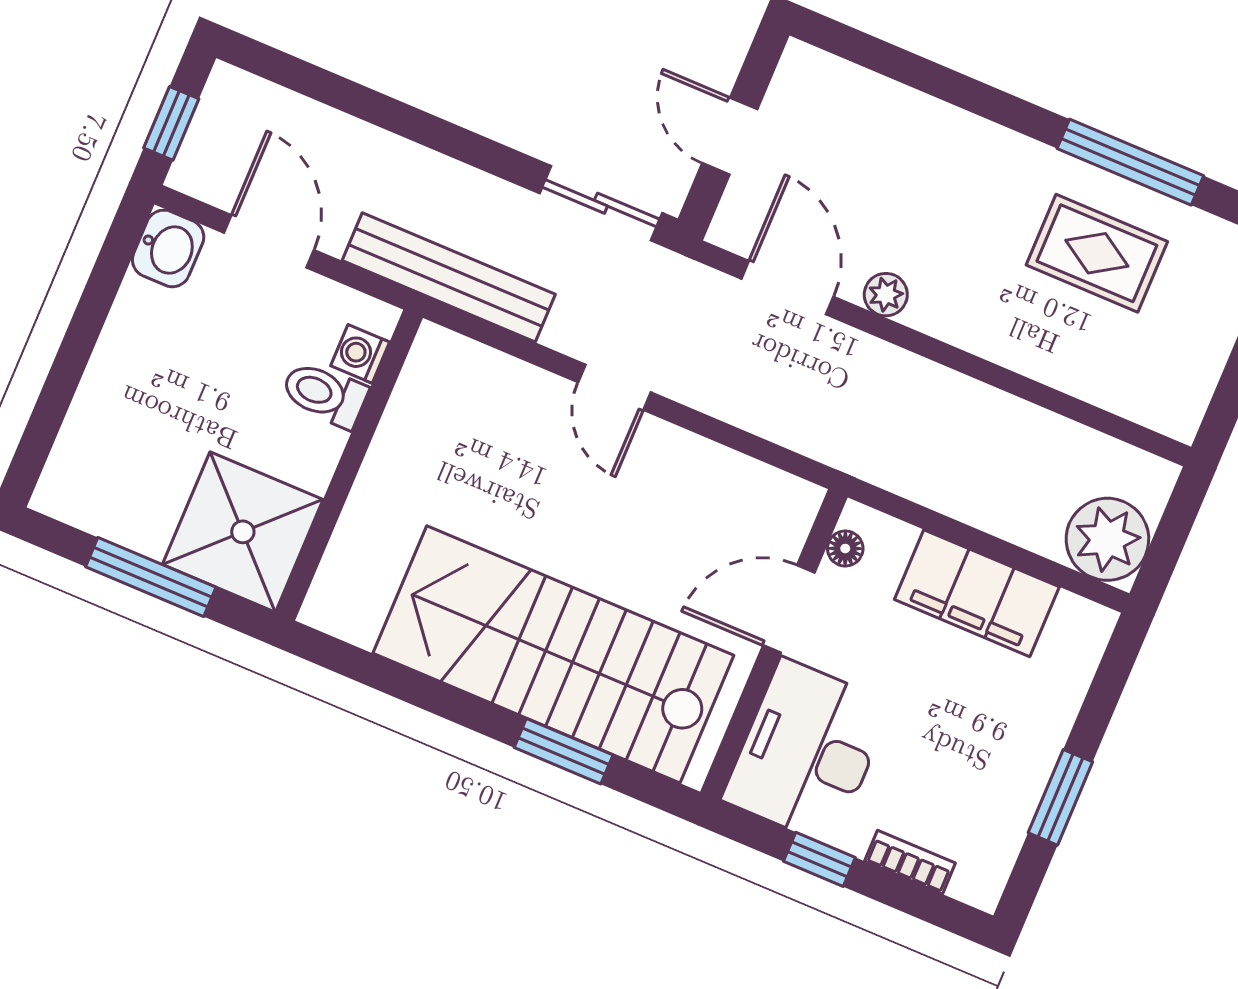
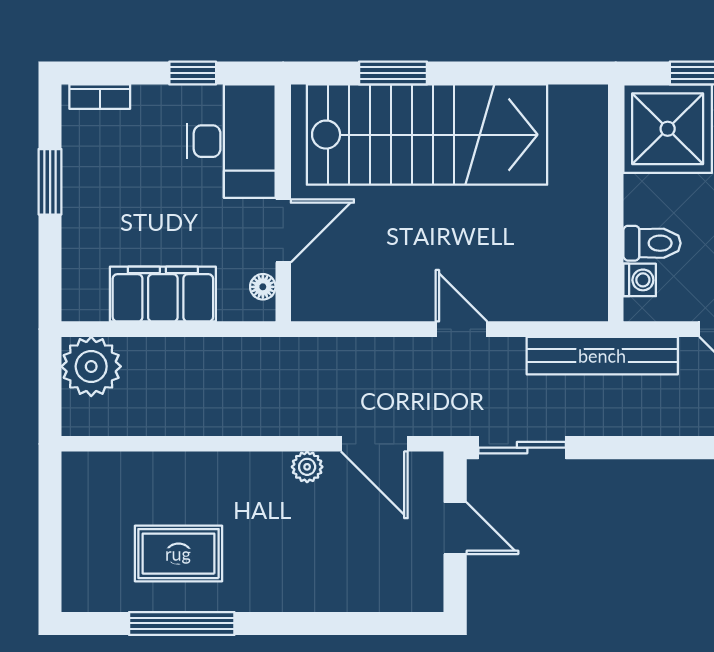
bookcase: (910, 862) -> (100, 97), moved

